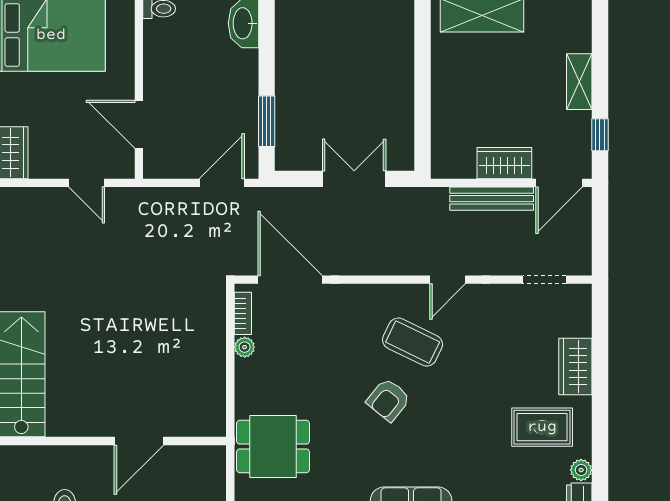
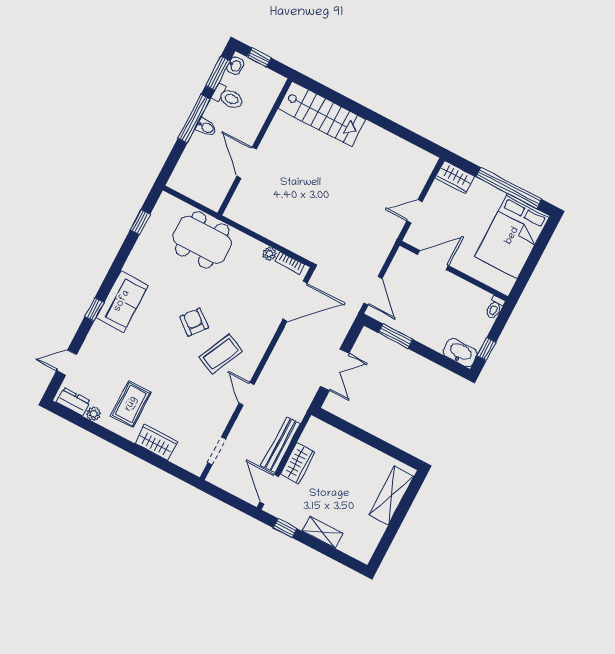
dining table: (273, 447) -> (202, 240), width x1.37

